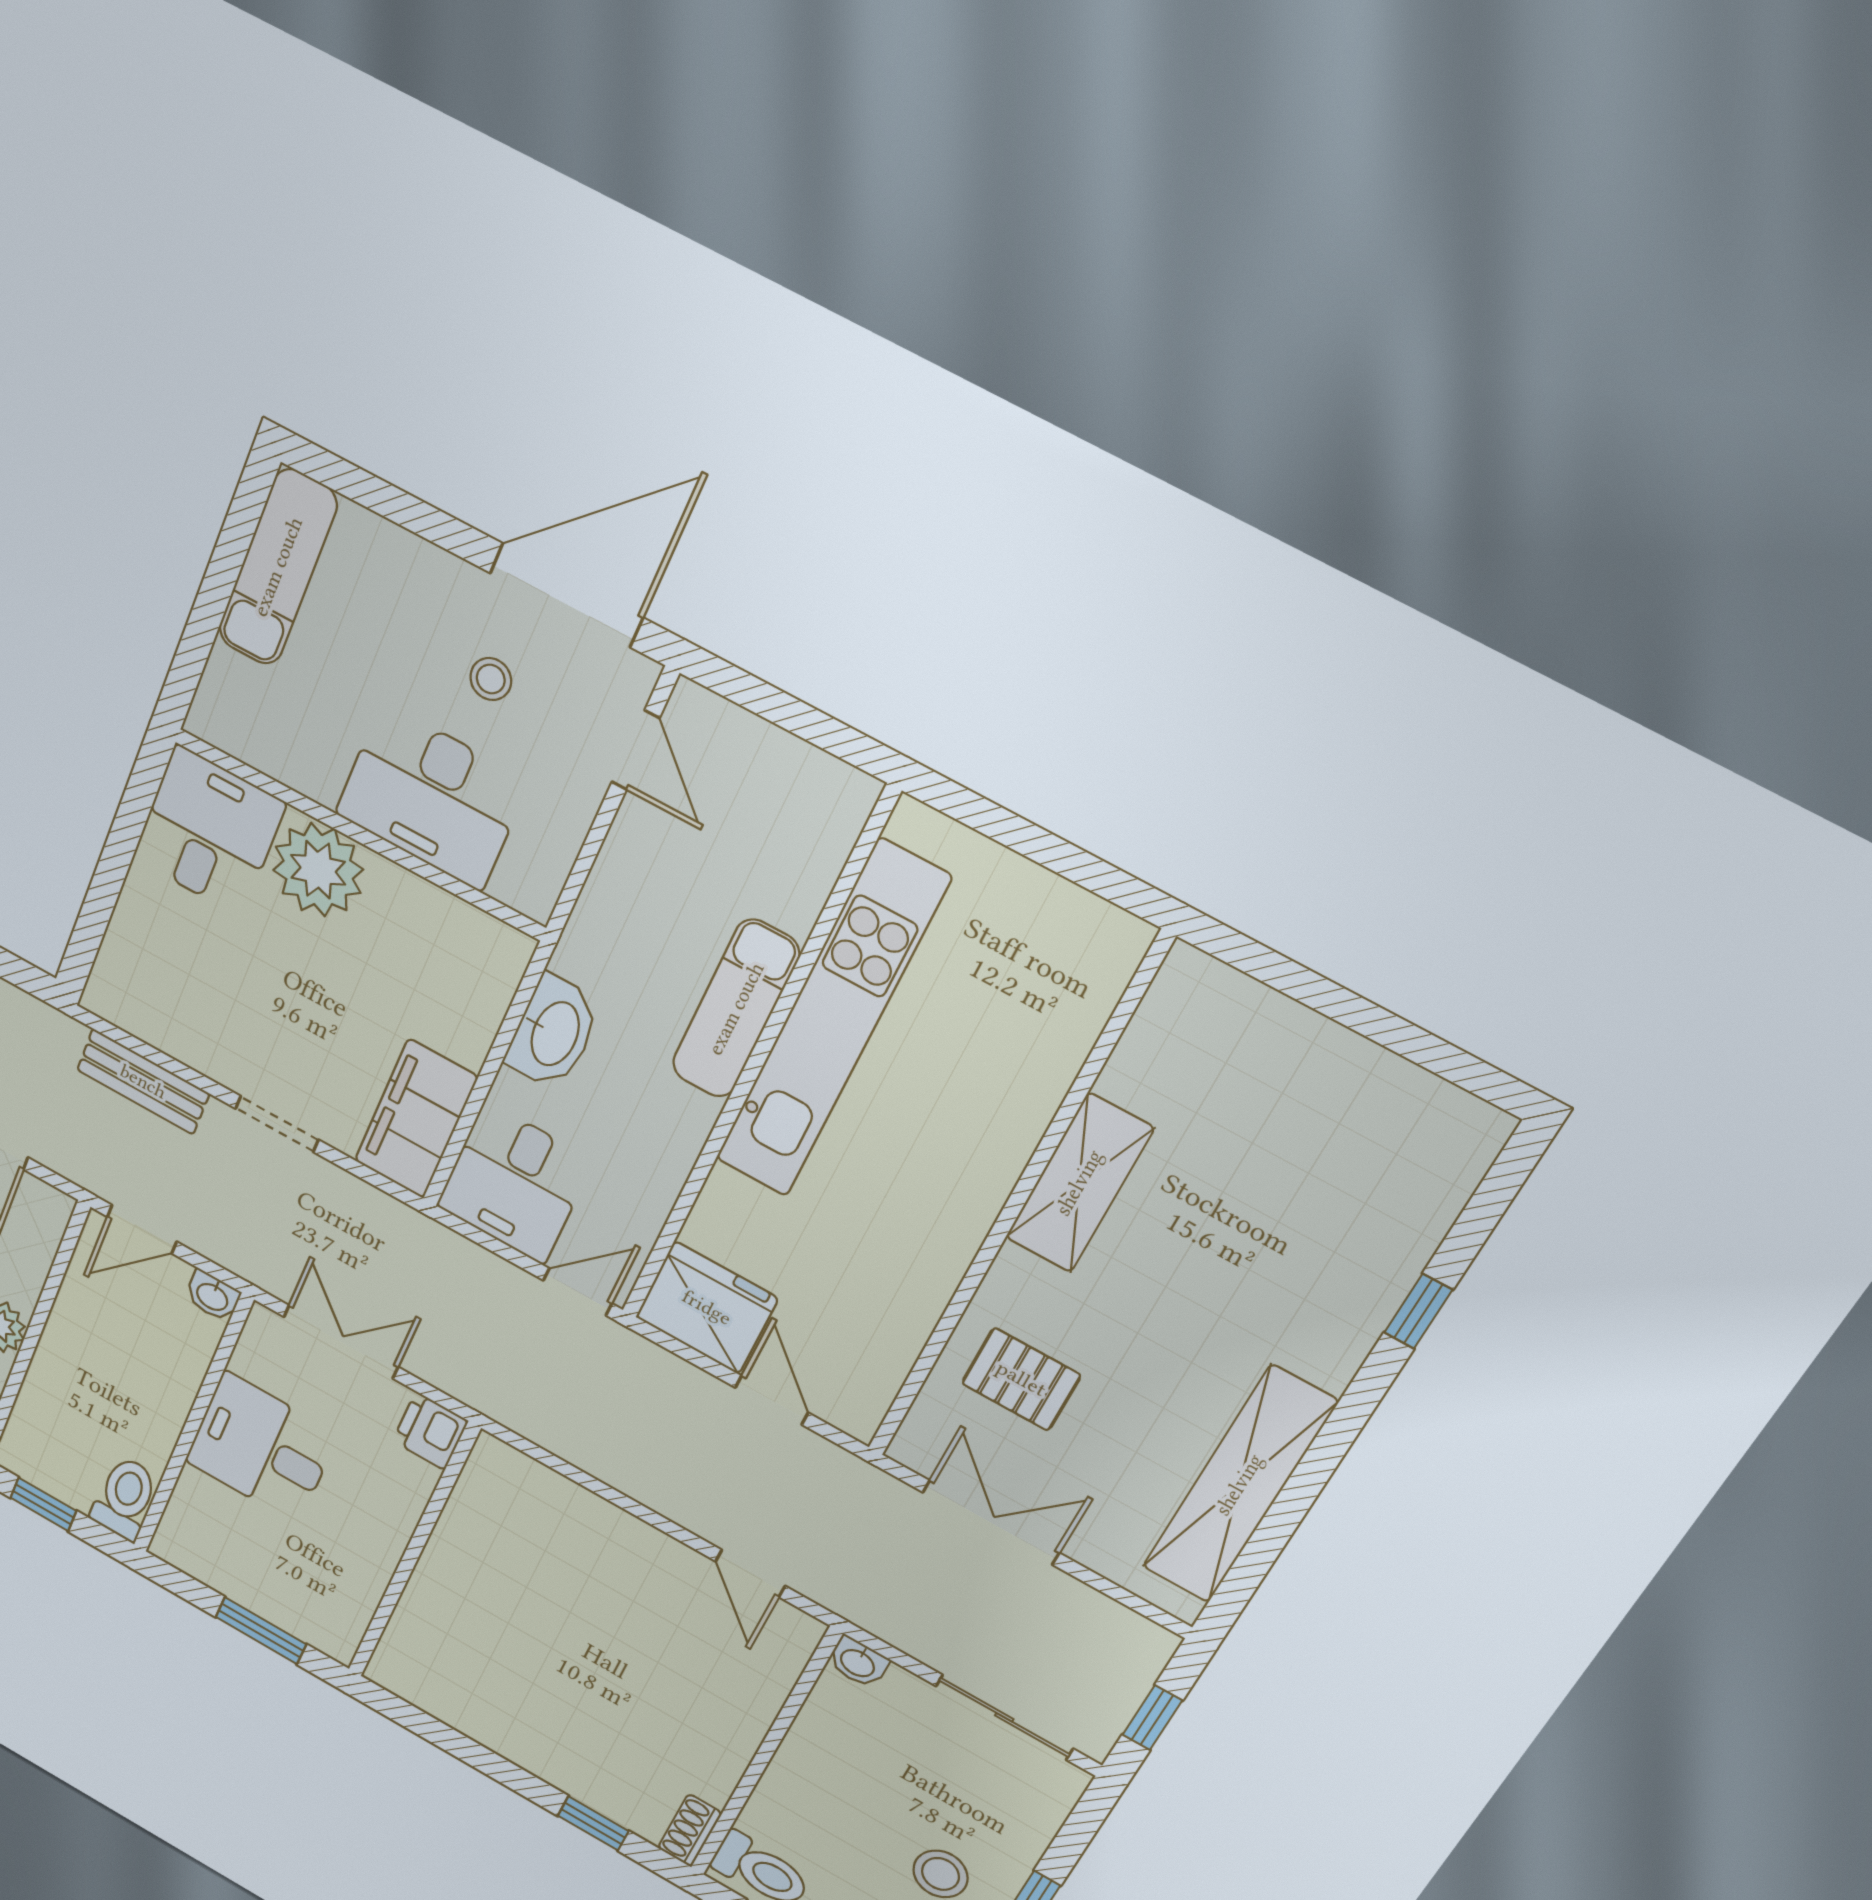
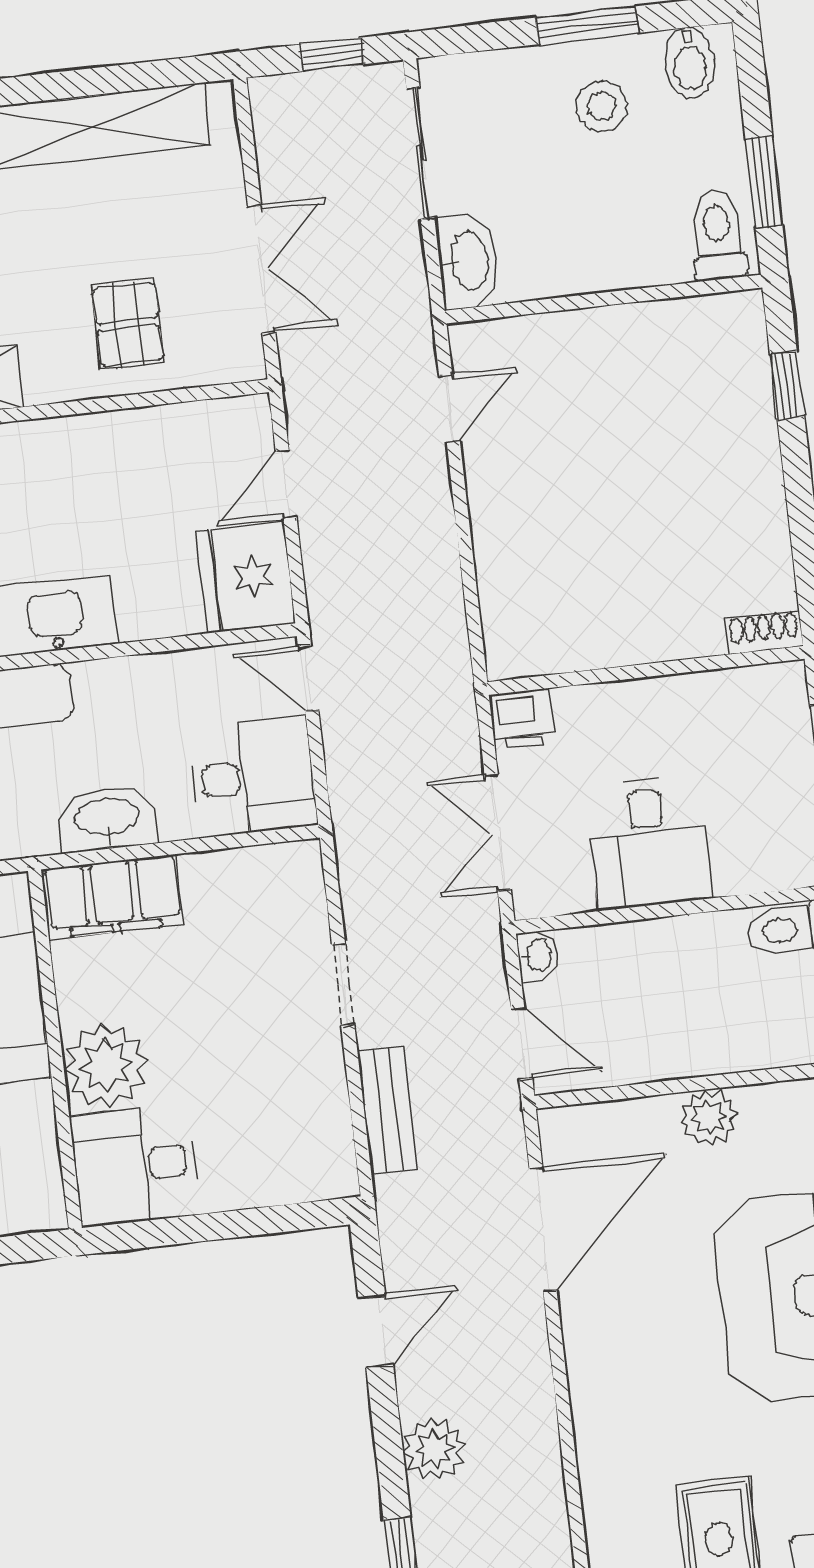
filing cabinet: (416, 1119) -> (113, 897), moved
double door: (991, 1522) -> (262, 269), swing flipped
washbasin: (858, 1662) -> (468, 261), width x1.91, depth x1.45
shoe rack: (690, 1830) -> (764, 632), moved, turned 180

